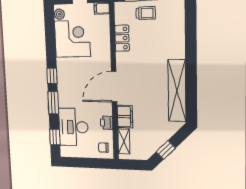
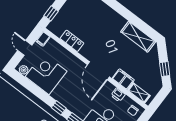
trolley: (146, 13) -> (69, 14), removed
shelving: (177, 91) -> (138, 37), width x0.68

